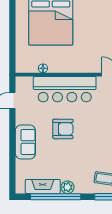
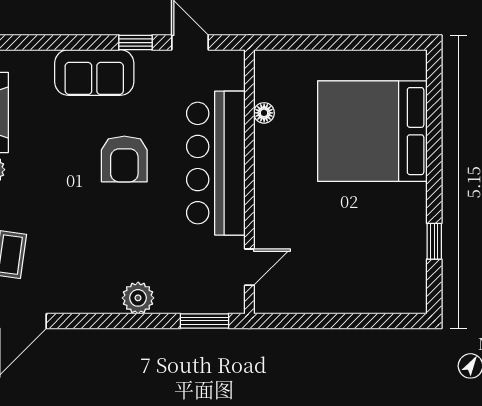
window: (12, 124) -> (135, 43), added

